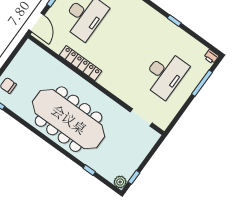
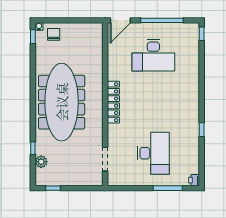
locker: (81, 63) -> (113, 102), moved
desk: (165, 74) -> (153, 153), turned -90
plant: (120, 182) -> (41, 162), moved

